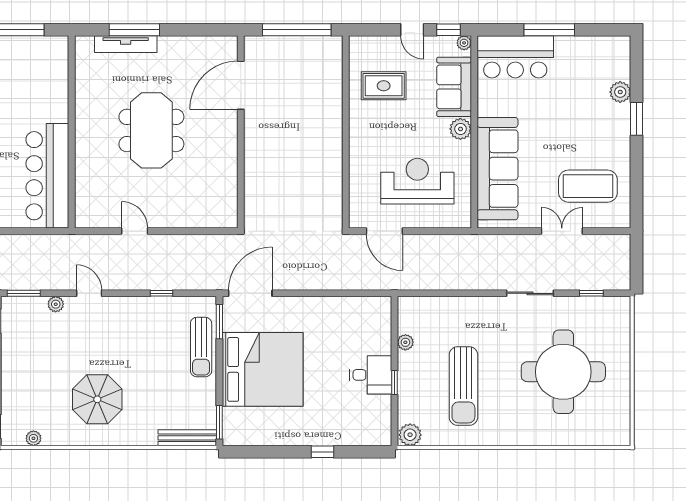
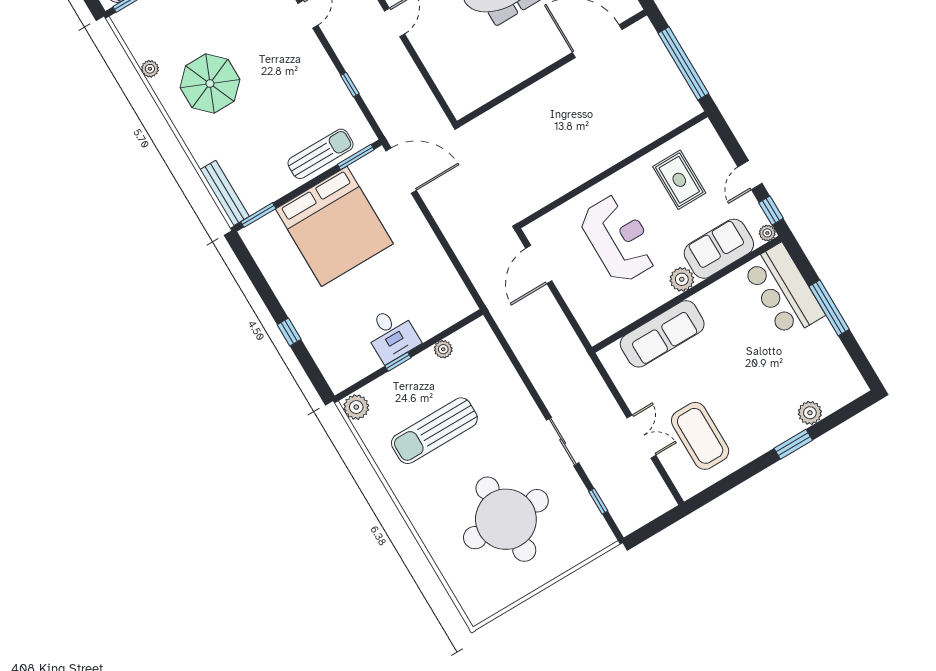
sofa: (497, 169) -> (662, 334), width x0.74, depth x0.79
reception desk: (417, 181) -> (619, 238), moved
sun lounger: (201, 347) -> (321, 154), turned 180
plant: (33, 438) -> (150, 69), moved

